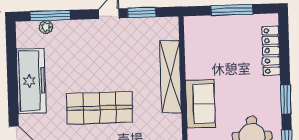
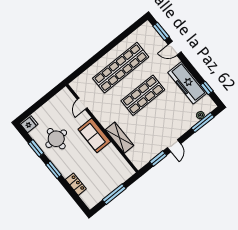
locker: (271, 51) -> (76, 184), width x0.66
window: (12, 55) -> (207, 88), added
shelving: (171, 77) -> (119, 138), width x0.68

